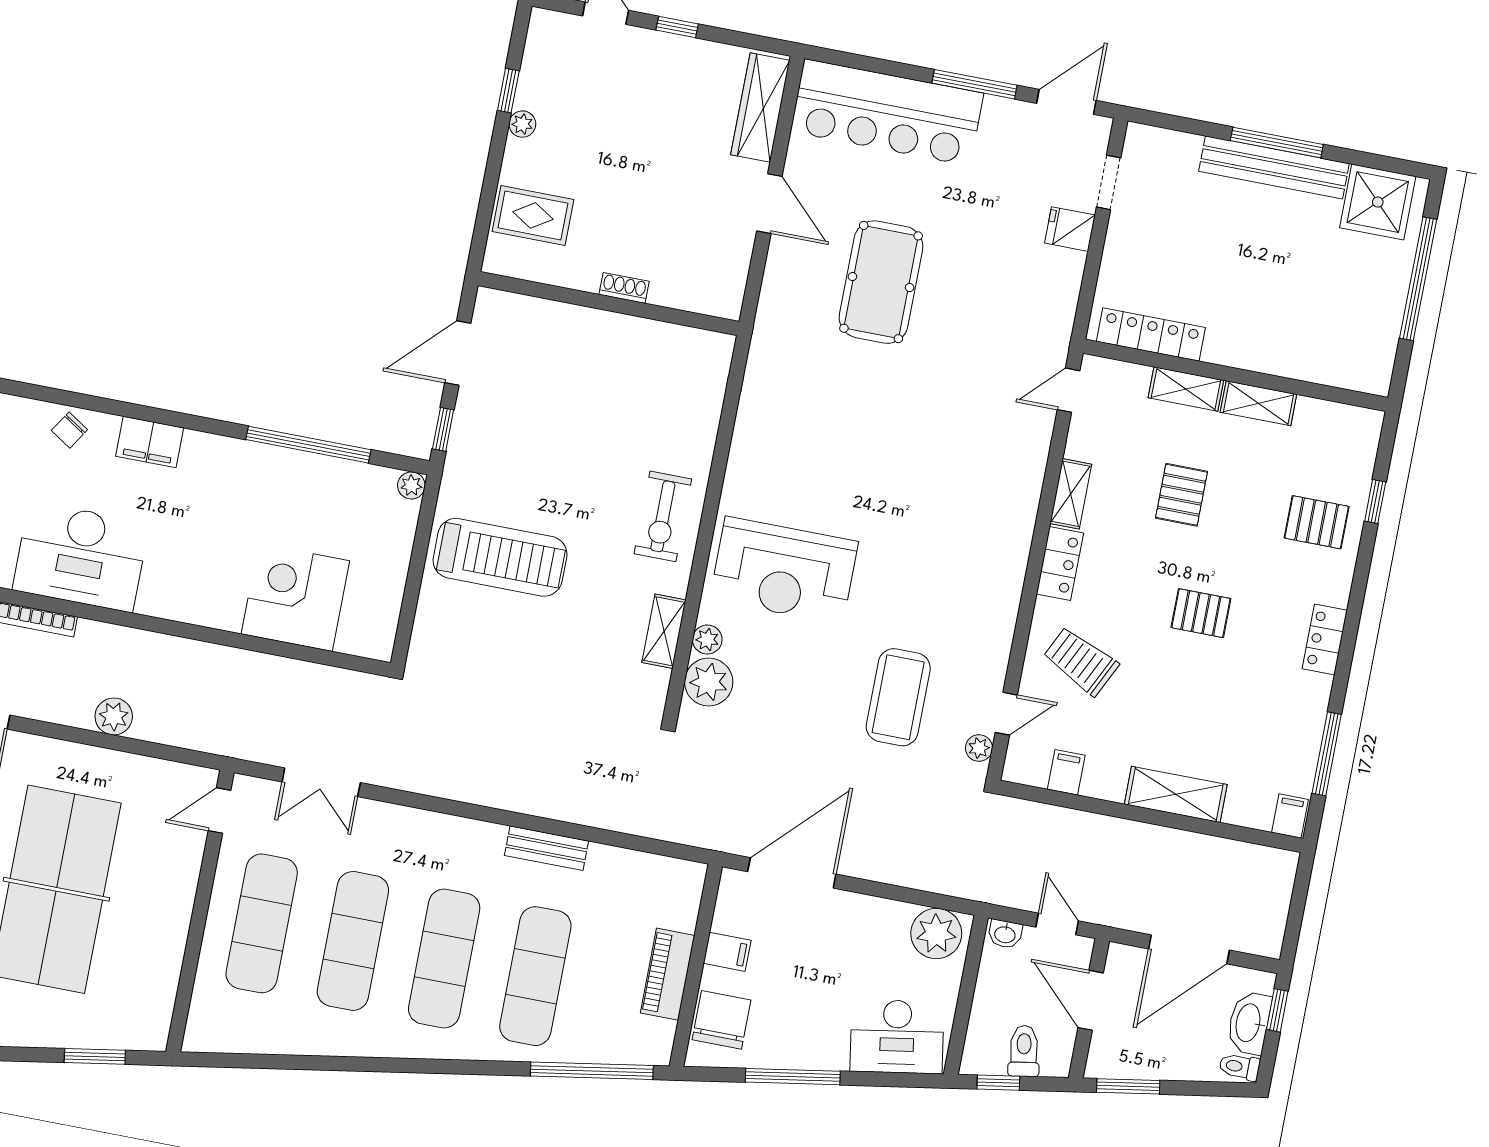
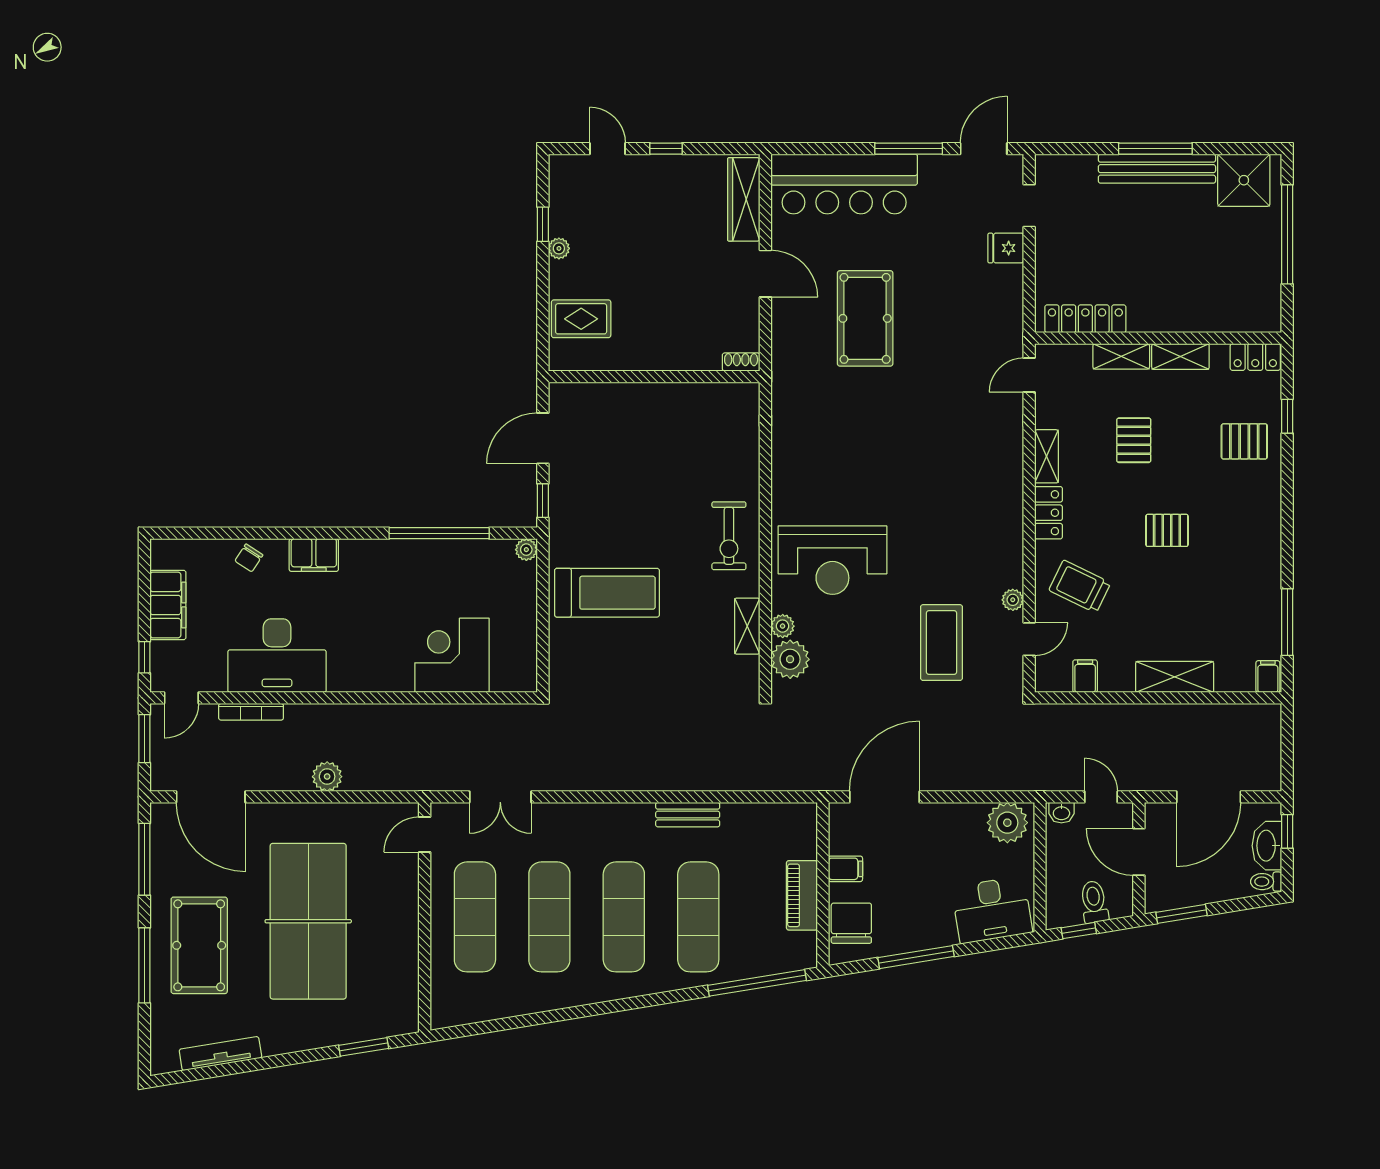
shoe rack: (624, 288) -> (741, 362), moved
locker: (1325, 640) -> (1255, 357), moved, turned -90
plant: (979, 748) -> (1013, 600), moved

